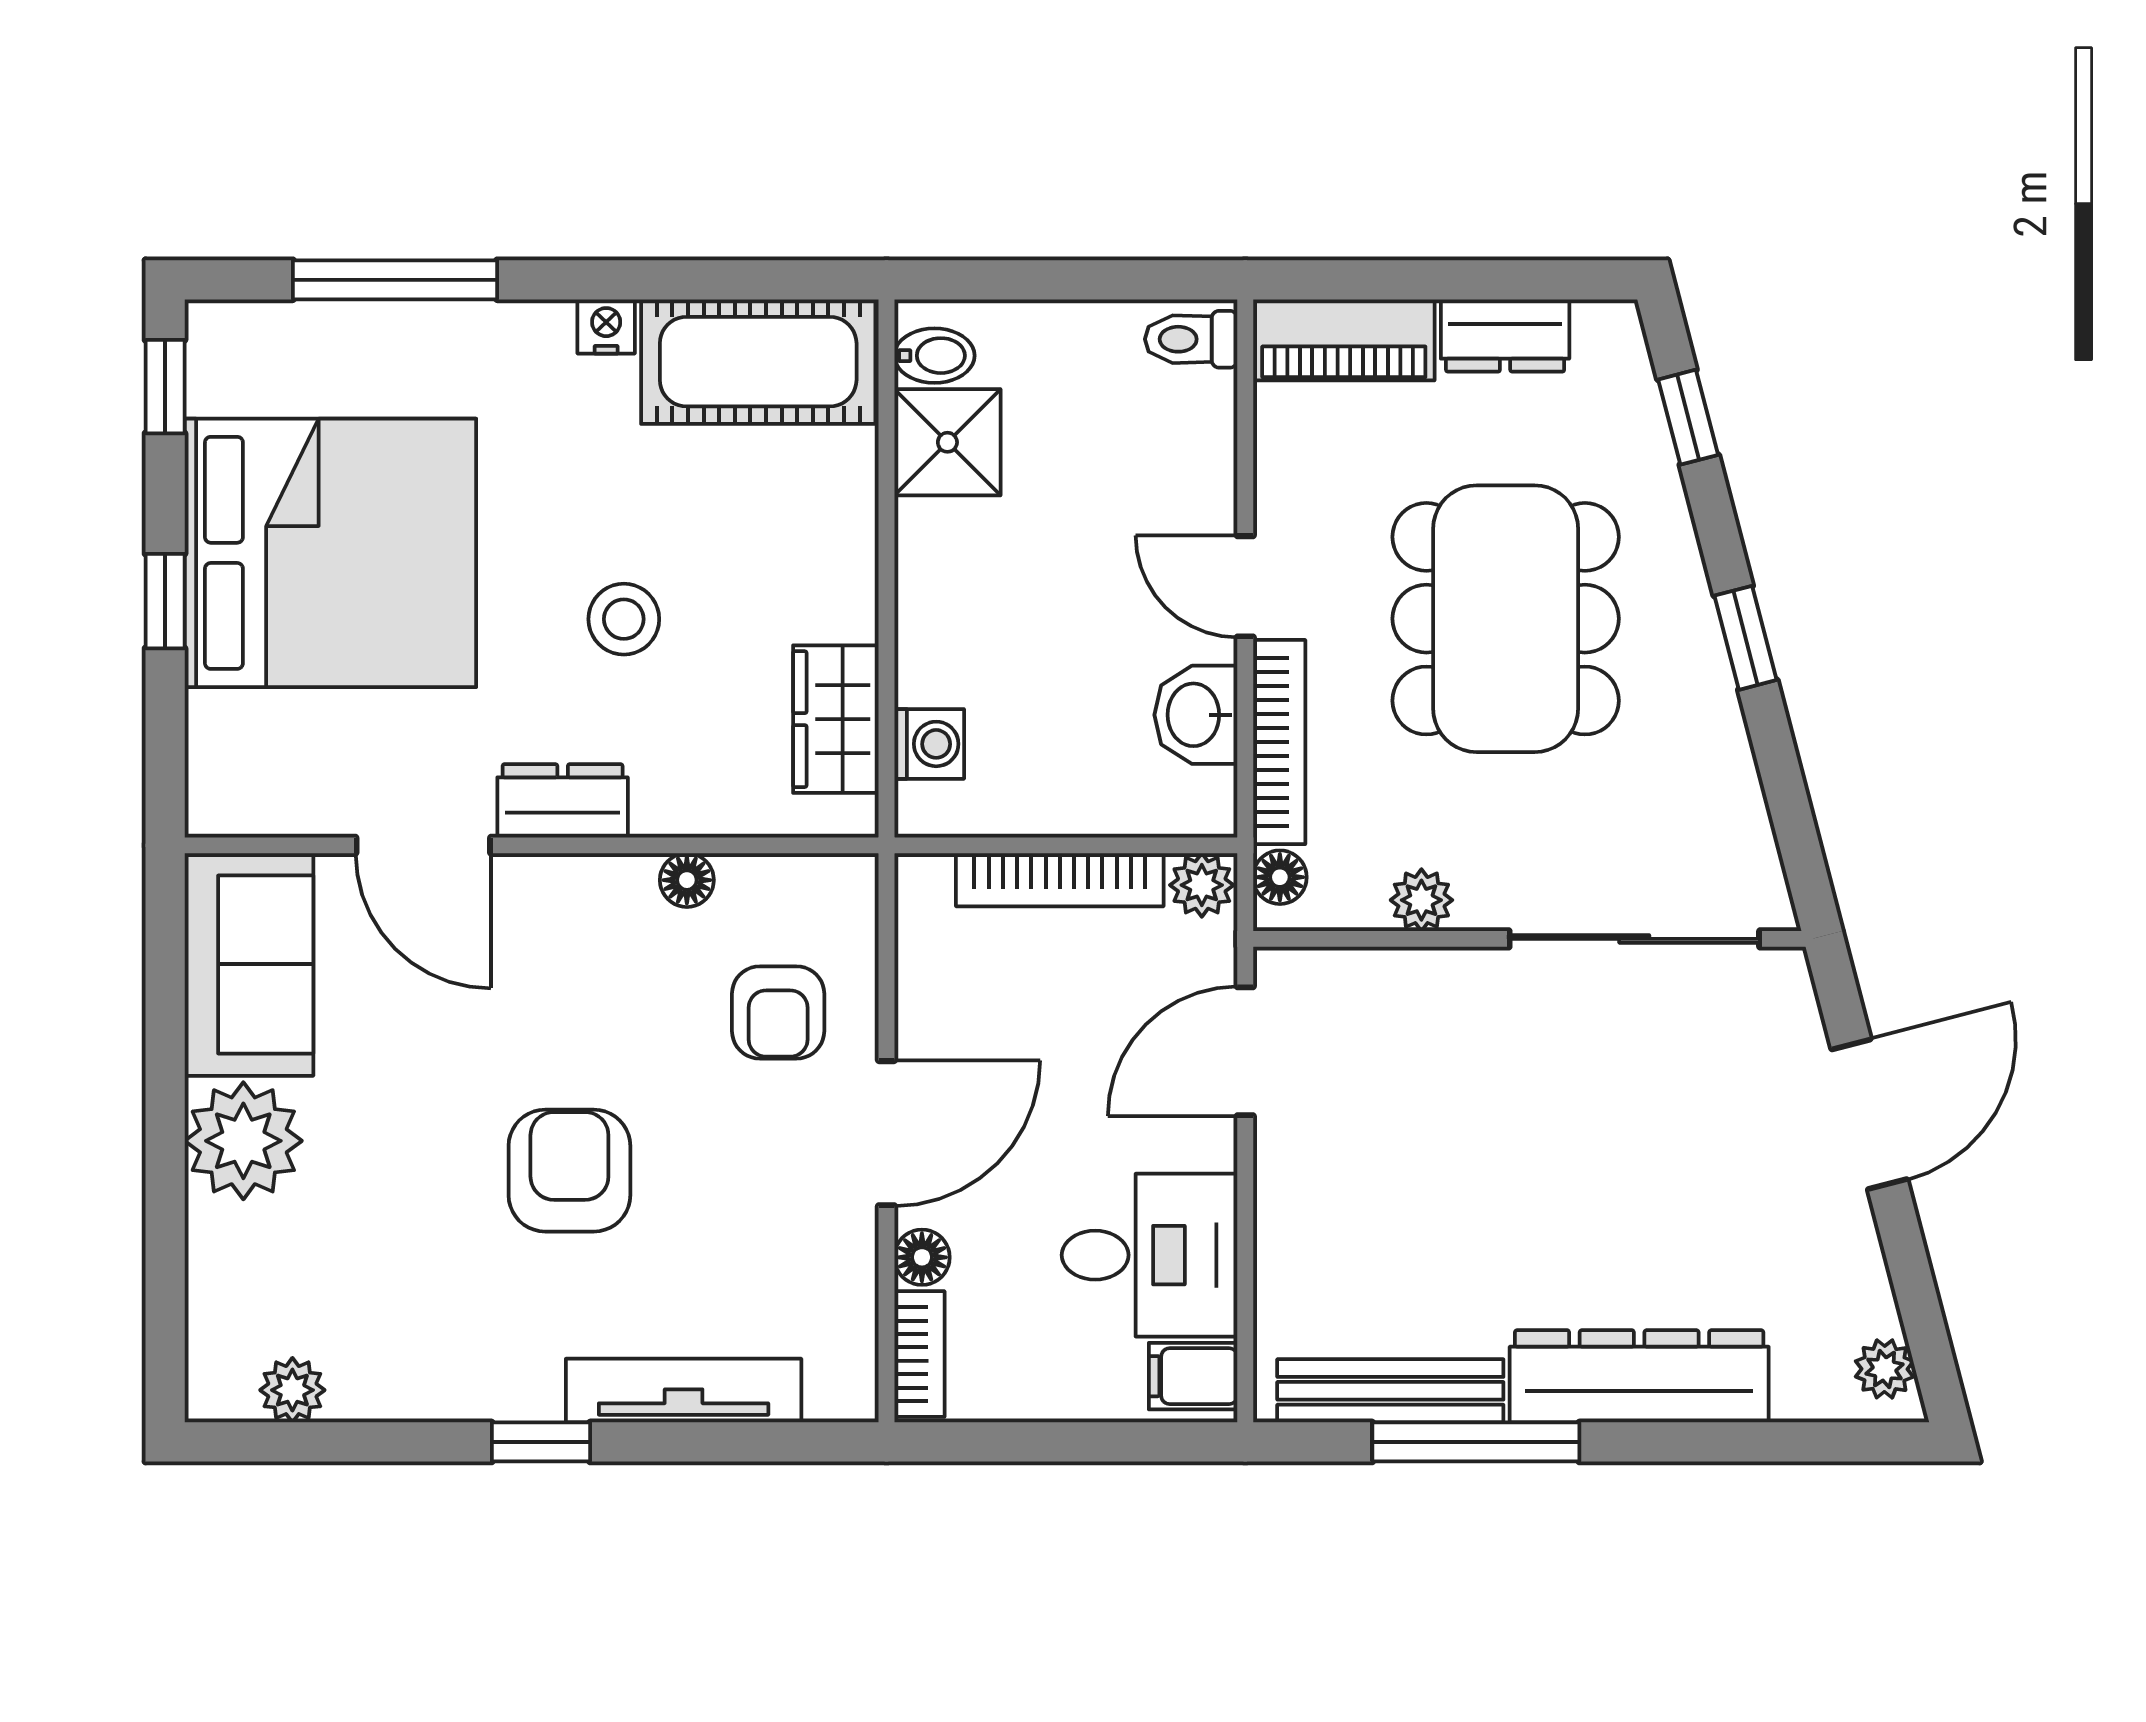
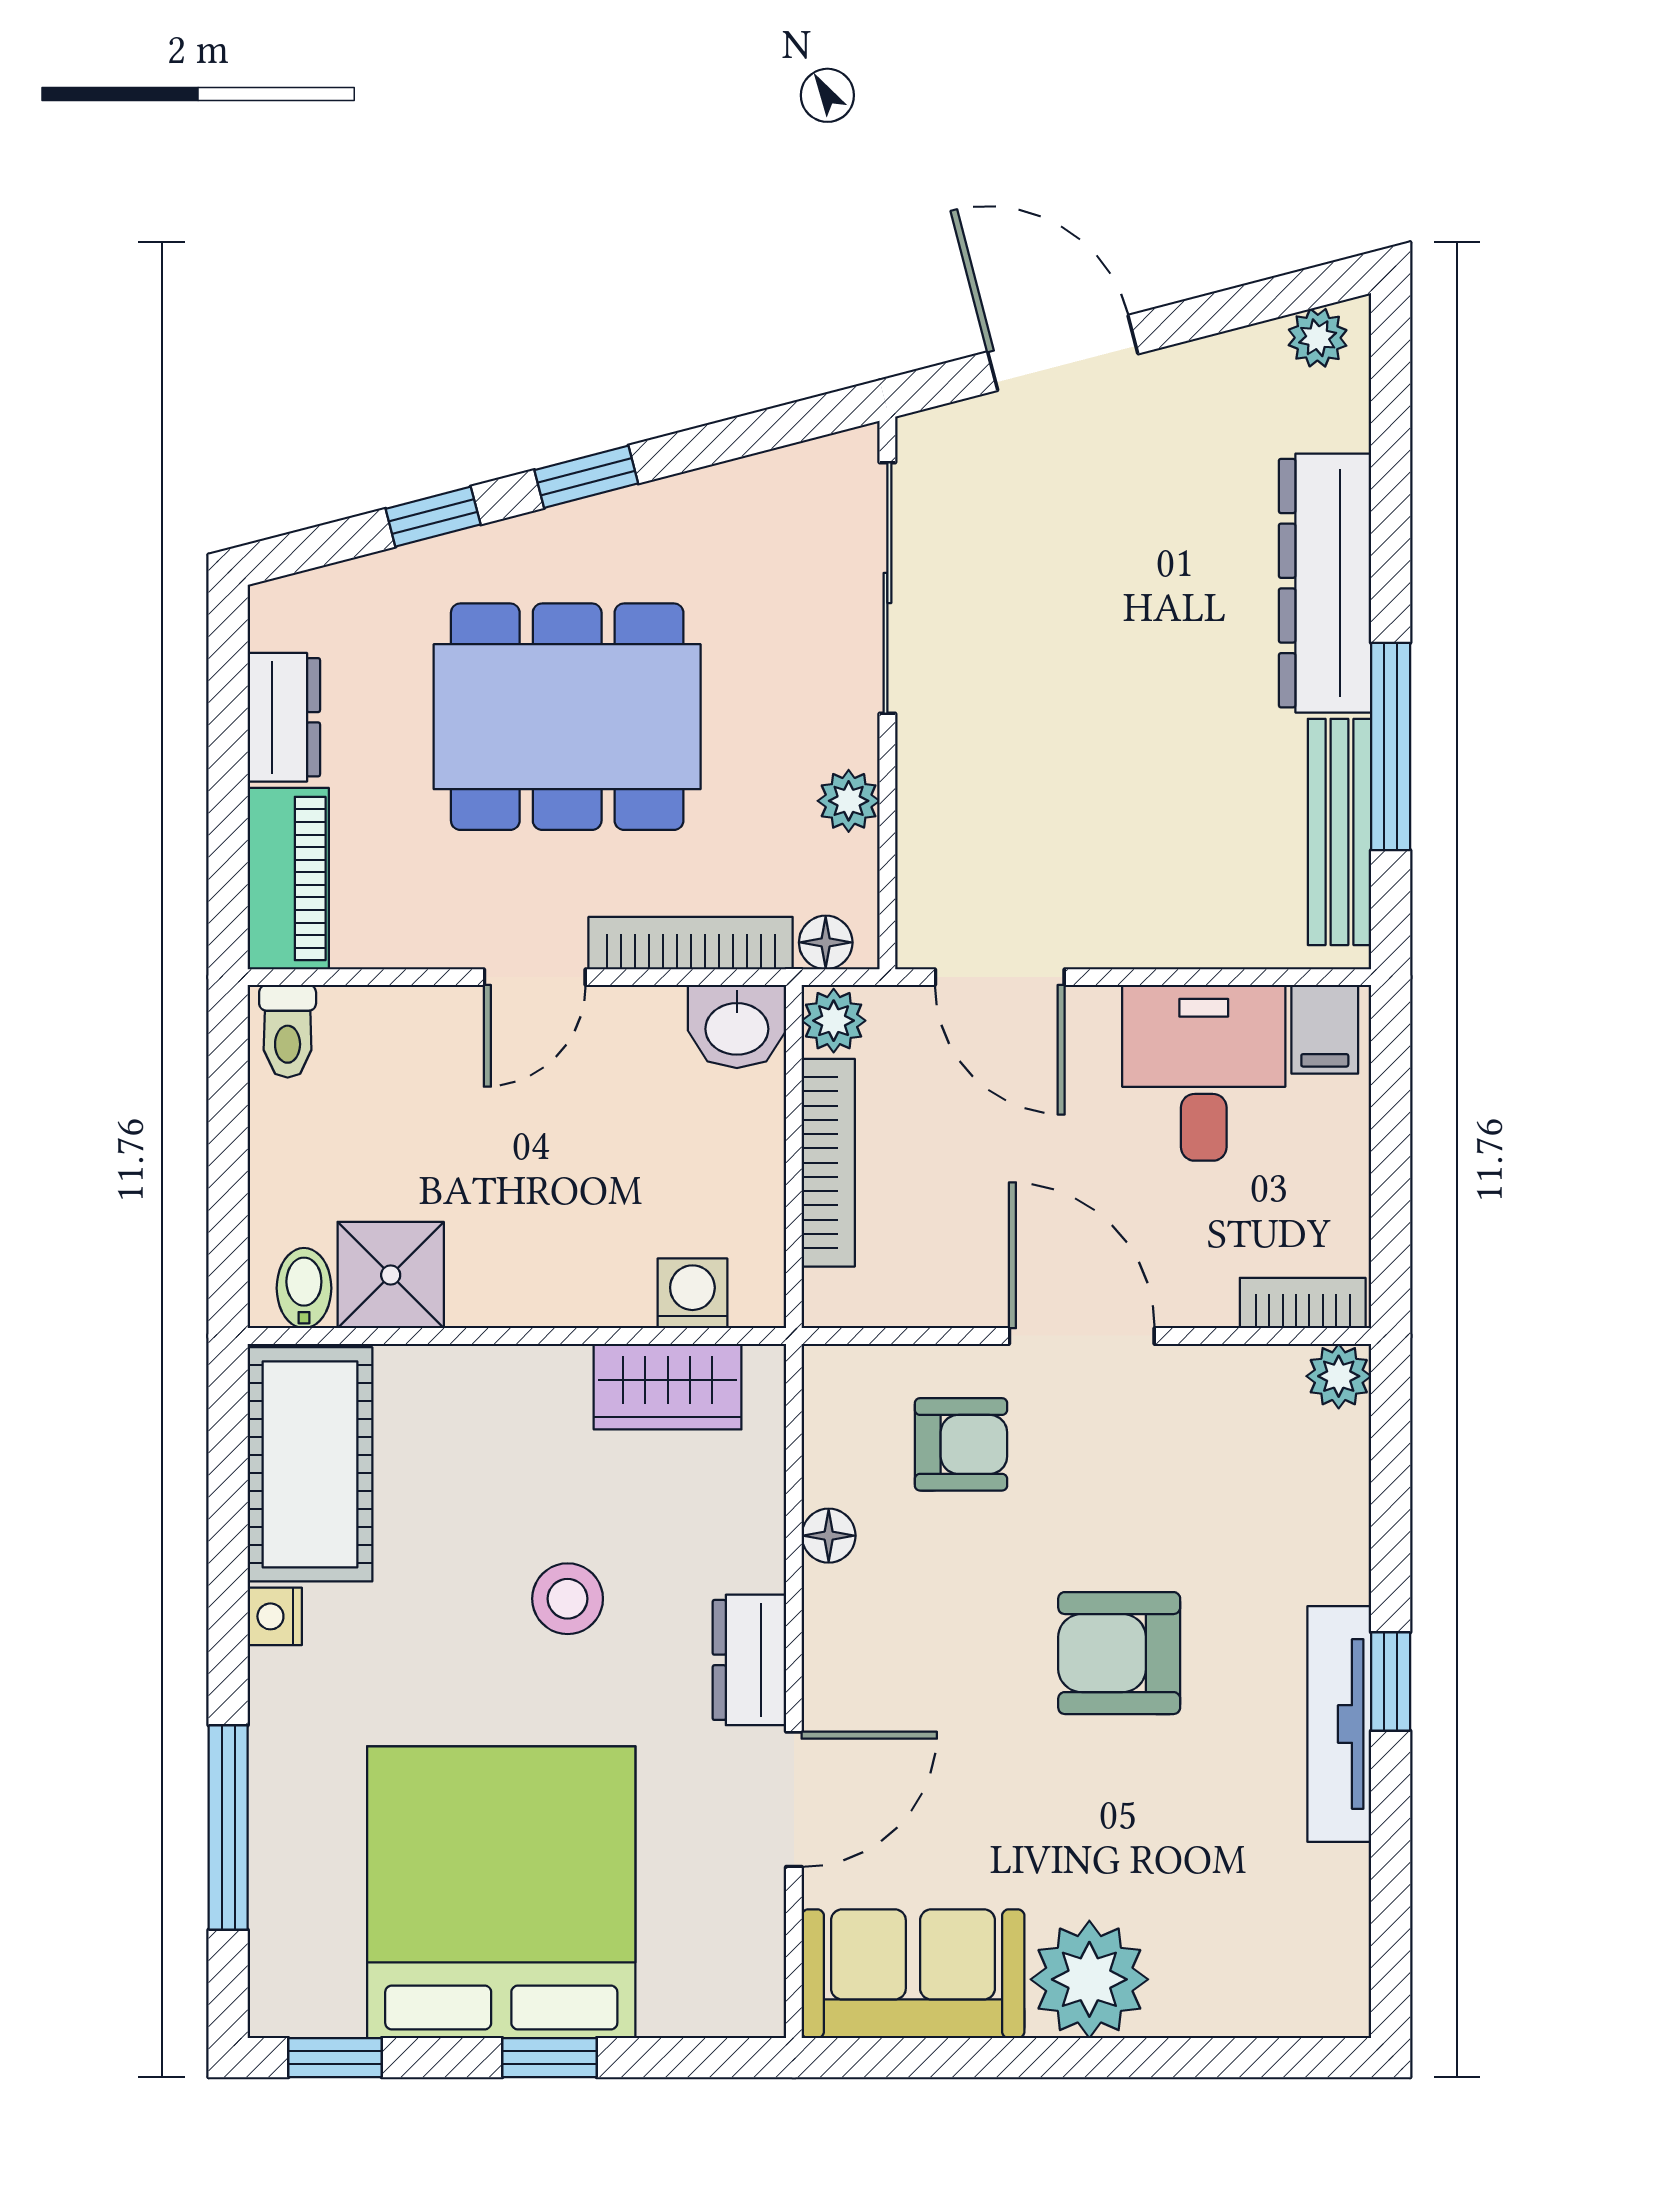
window: (1688, 417) -> (433, 517), moved
washbasin: (1196, 715) -> (737, 1026), moved
floor lamp: (922, 1257) -> (1206, 1300), removed
plant: (292, 1390) -> (1339, 1376), moved
tv unit: (684, 1391) -> (1339, 1724), moved

